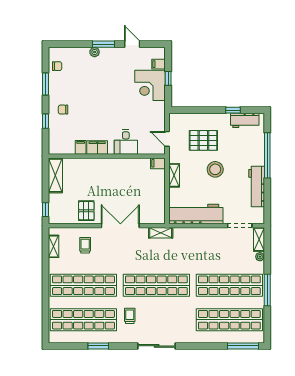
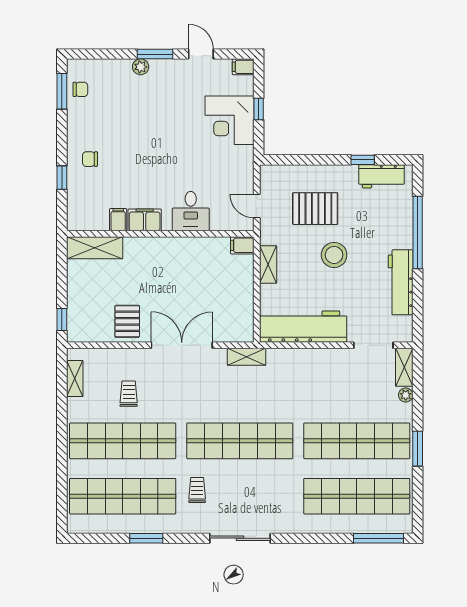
filing cabinet: (159, 64) -> (243, 67), moved
window: (46, 84) -> (62, 91), moved
shelving: (55, 175) -> (95, 248), moved, turned 90
trolley: (85, 245) -> (129, 394), moved
window: (267, 290) -> (418, 449), width x0.69

